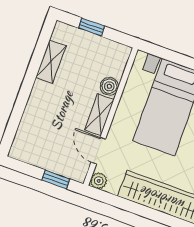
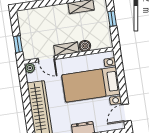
door: (98, 151) -> (46, 59), swing flipped

